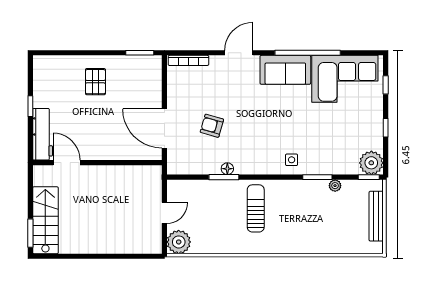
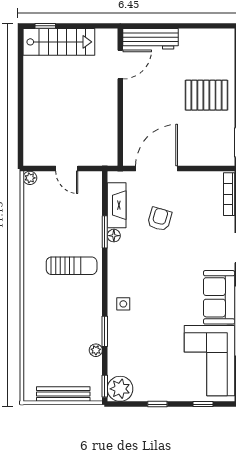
pallet: (95, 82) -> (206, 95), width x1.50, depth x1.42
window: (30, 106) -> (180, 26), removed
fireplace: (199, 166) -> (117, 205), added
window: (30, 233) -> (45, 26), width x0.67
plant: (179, 242) -> (30, 178), width x0.53, depth x0.53

